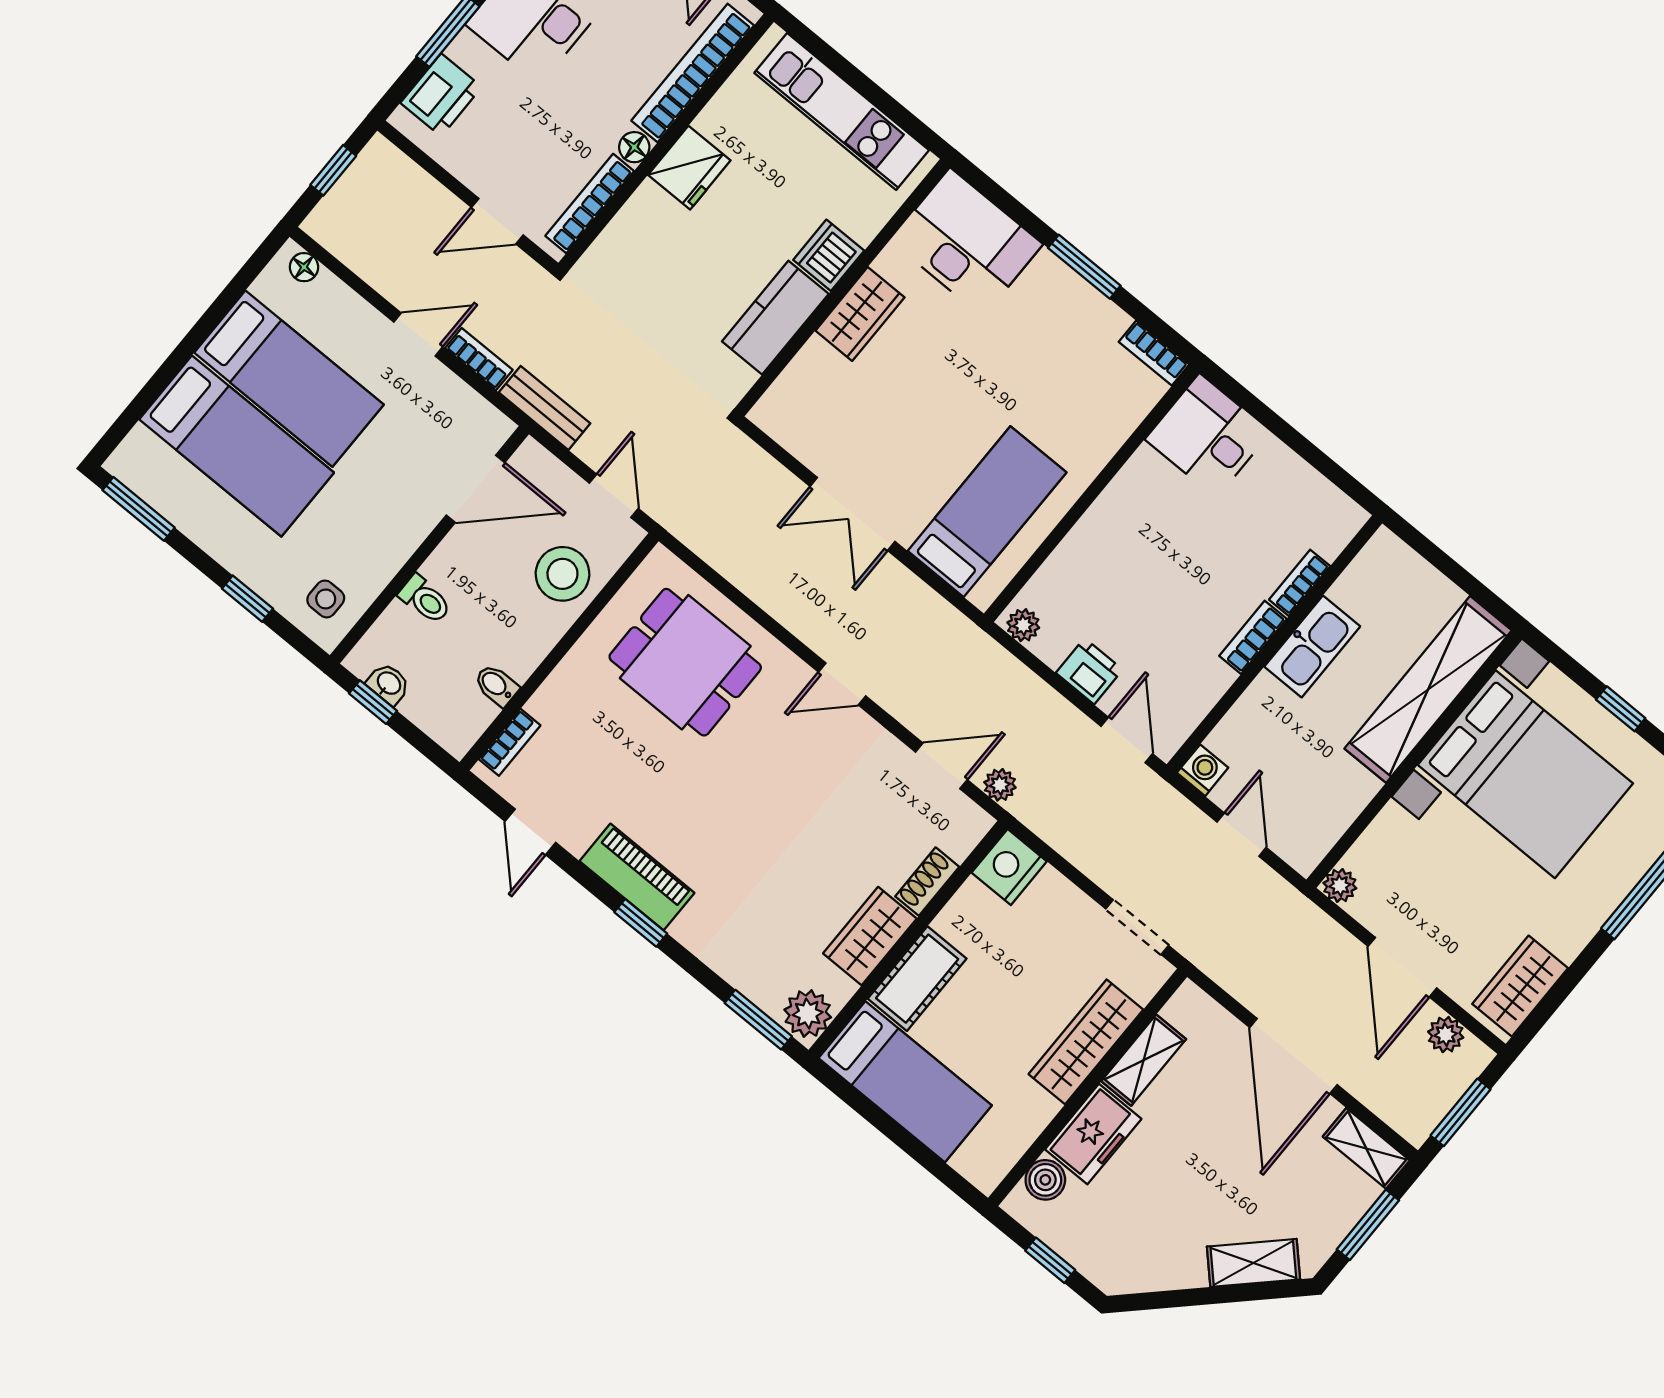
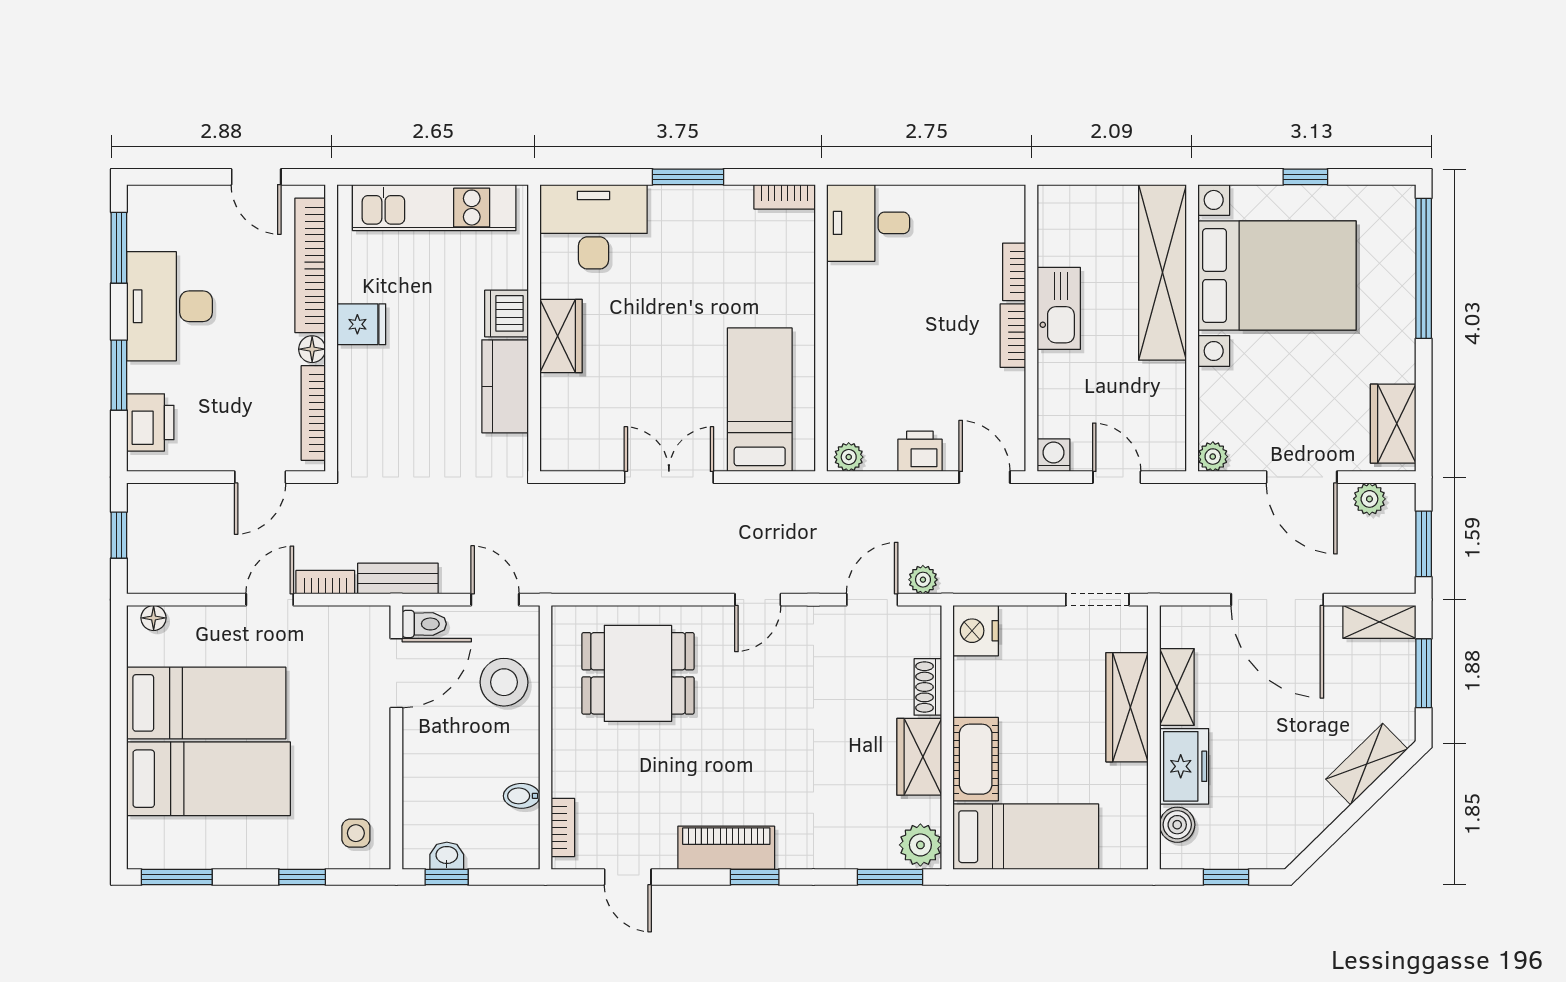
fridge: (689, 168) -> (361, 324), width x0.72
double door: (853, 514) -> (669, 477), swing flipped
toilet: (425, 599) -> (424, 624), moved

